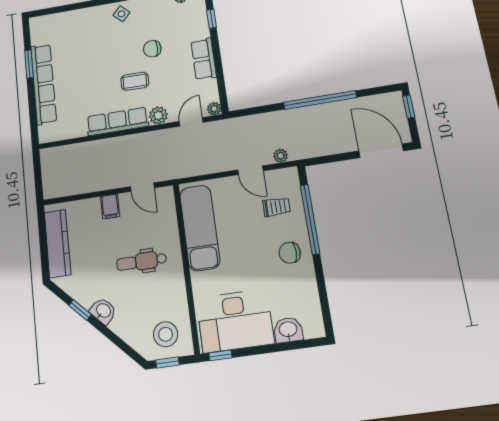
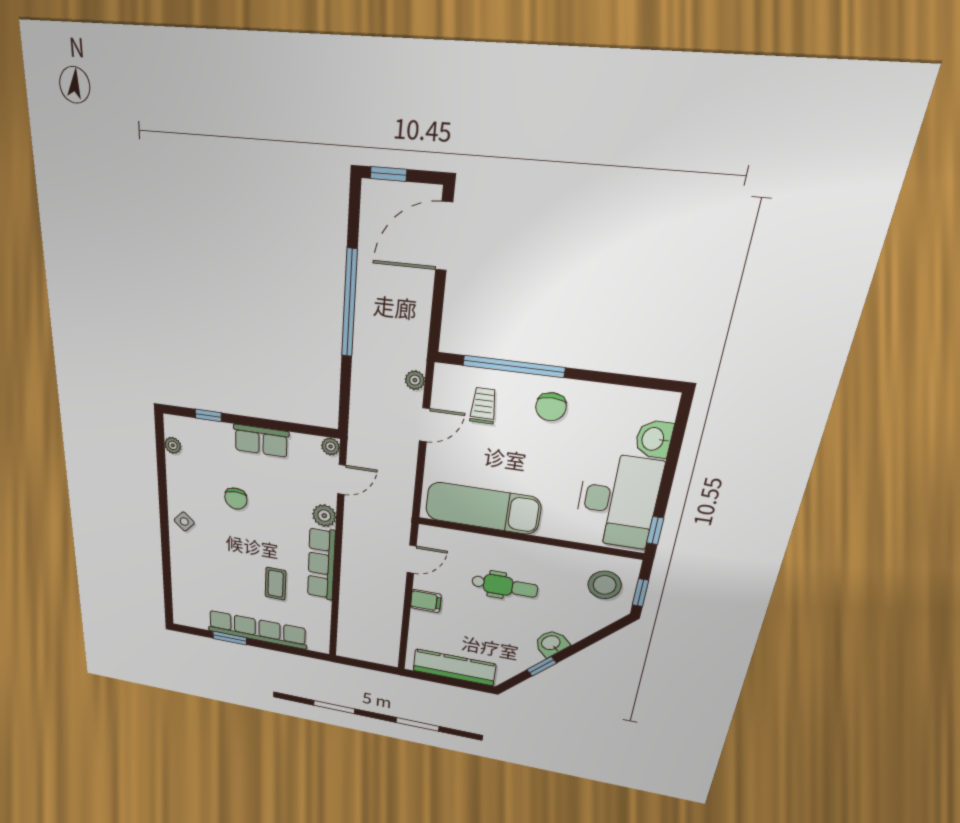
coffee table: (135, 81) -> (276, 584), moved
door: (191, 122) -> (342, 480), swing flipped
dental chair: (141, 261) -> (505, 586), turned -90

